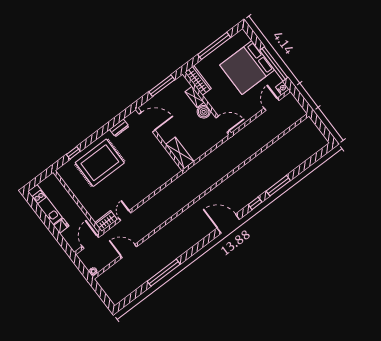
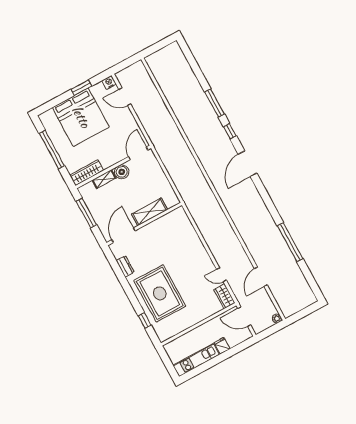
window: (274, 64) -> (81, 88), width x0.47
shelving: (180, 153) -> (150, 212), moved

